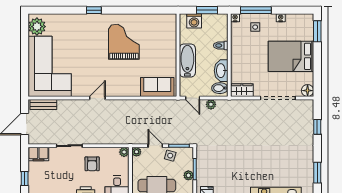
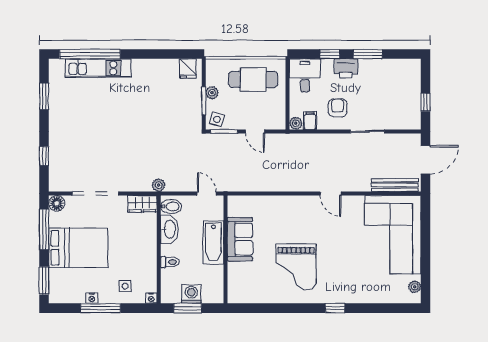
window: (256, 10) -> (100, 308), moved
washing machine: (194, 21) -> (191, 294), moved
plant: (37, 27) -> (415, 287), width x0.53, depth x0.53
window: (317, 71) -> (44, 229), added
sofa: (157, 87) -> (240, 239), moved, turned -90
door: (97, 98) -> (331, 194), hinge flipped
plant: (211, 104) -> (159, 185), moved
bench: (43, 105) -> (395, 185), width x1.36
plant: (136, 152) -> (280, 124), removed
filing cabinet: (38, 154) -> (310, 121), moved, width x0.50
side table: (170, 156) -> (217, 119), moved
window: (25, 179) -> (425, 102), moved

